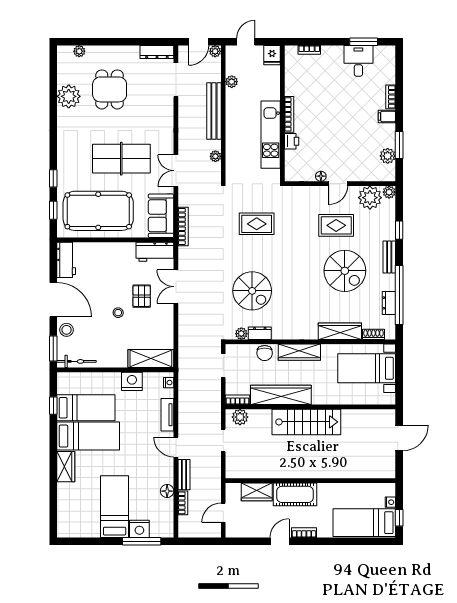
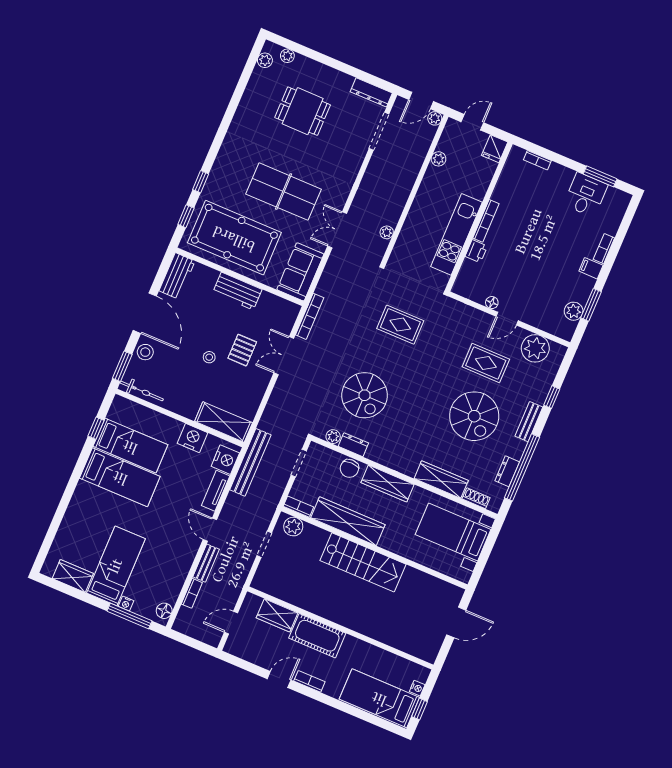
dining table: (110, 89) -> (303, 111), turned 90
plant: (69, 96) -> (265, 60), moved, width x0.53, depth x0.53
bench: (214, 111) -> (250, 462), moved
plant: (389, 192) -> (559, 351), removed
bookcase: (183, 226) -> (310, 316), moved
workbench: (155, 252) -> (237, 291), moved
nightstand: (169, 383) -> (225, 460), width x1.89, depth x1.79
wardrobe: (66, 467) -> (73, 576), moved, turned -90
floor lamp: (167, 491) -> (164, 611), moved
nightstand: (139, 529) -> (126, 604), width x0.53, depth x0.56

